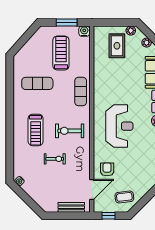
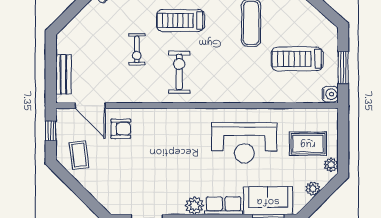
treadmill: (61, 53) -> (297, 59), turned 180
exercise mat: (81, 91) -> (239, 89), removed
reception desk: (119, 126) -> (244, 143), moved

